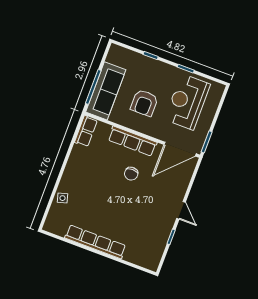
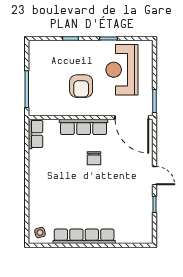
sofa: (106, 91) -> (40, 88), removed
door: (180, 149) -> (132, 117), hinge flipped
side table: (63, 198) -> (40, 233), moved

